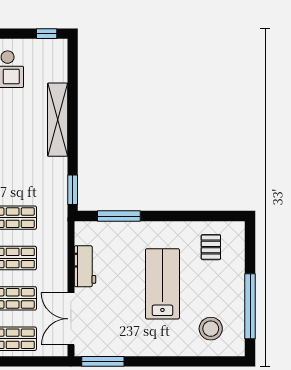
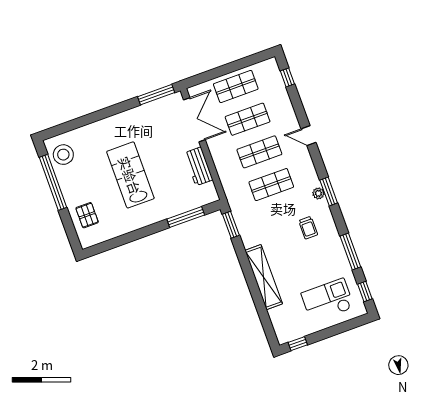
pallet: (211, 247) -> (87, 215), moved
lab bench: (162, 284) -> (130, 175), turned 180
stool: (211, 329) -> (63, 155), moved

